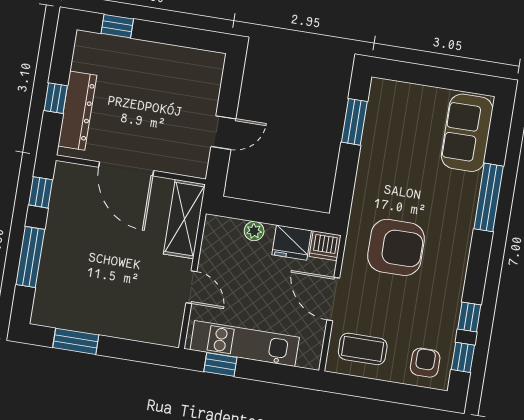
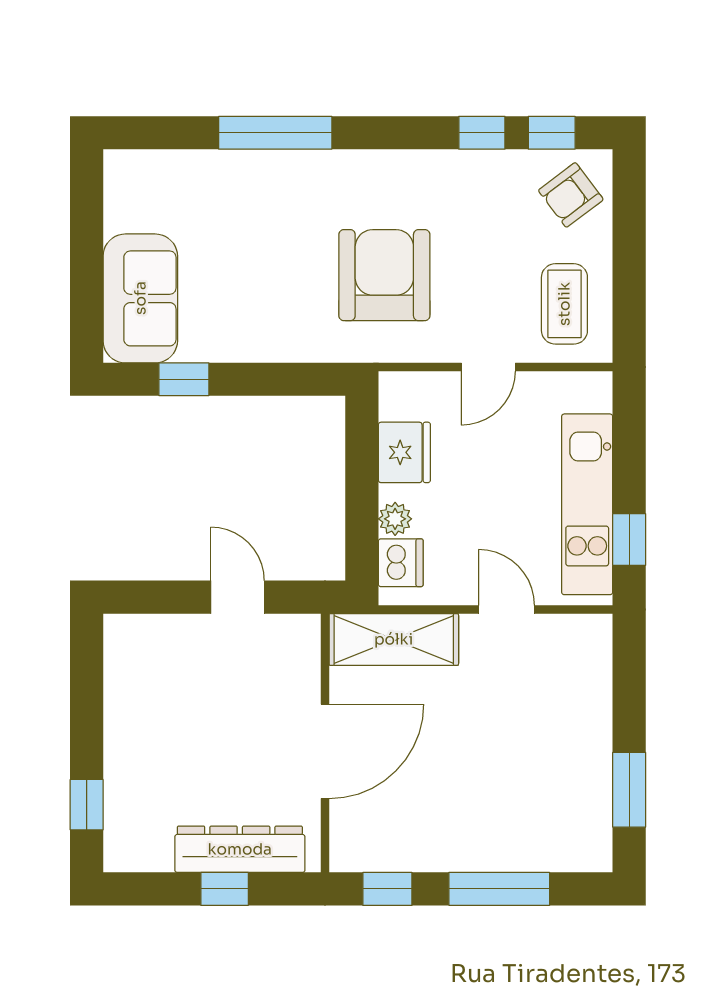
window: (354, 122) -> (184, 379), width x0.67
sofa: (467, 133) -> (140, 298), moved, turned -90
dishwasher: (325, 246) -> (401, 563), moved
door: (191, 287) -> (506, 609), hinge flipped
door: (333, 299) -> (488, 367), width x0.73
armchair: (425, 363) -> (571, 195), turned -37

